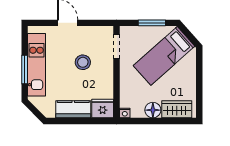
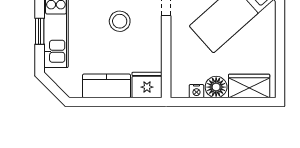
window: (25, 70) -> (40, 31), width x0.67
nightstand: (125, 113) -> (196, 91), moved

